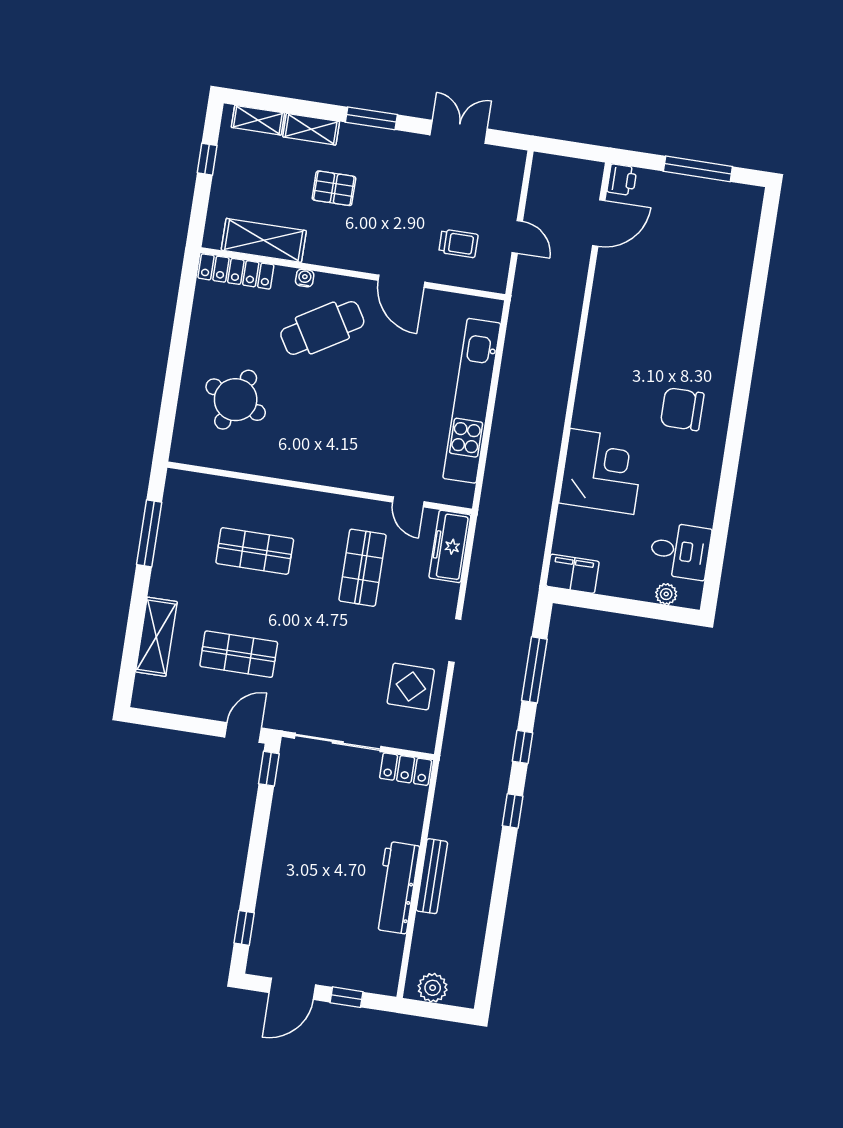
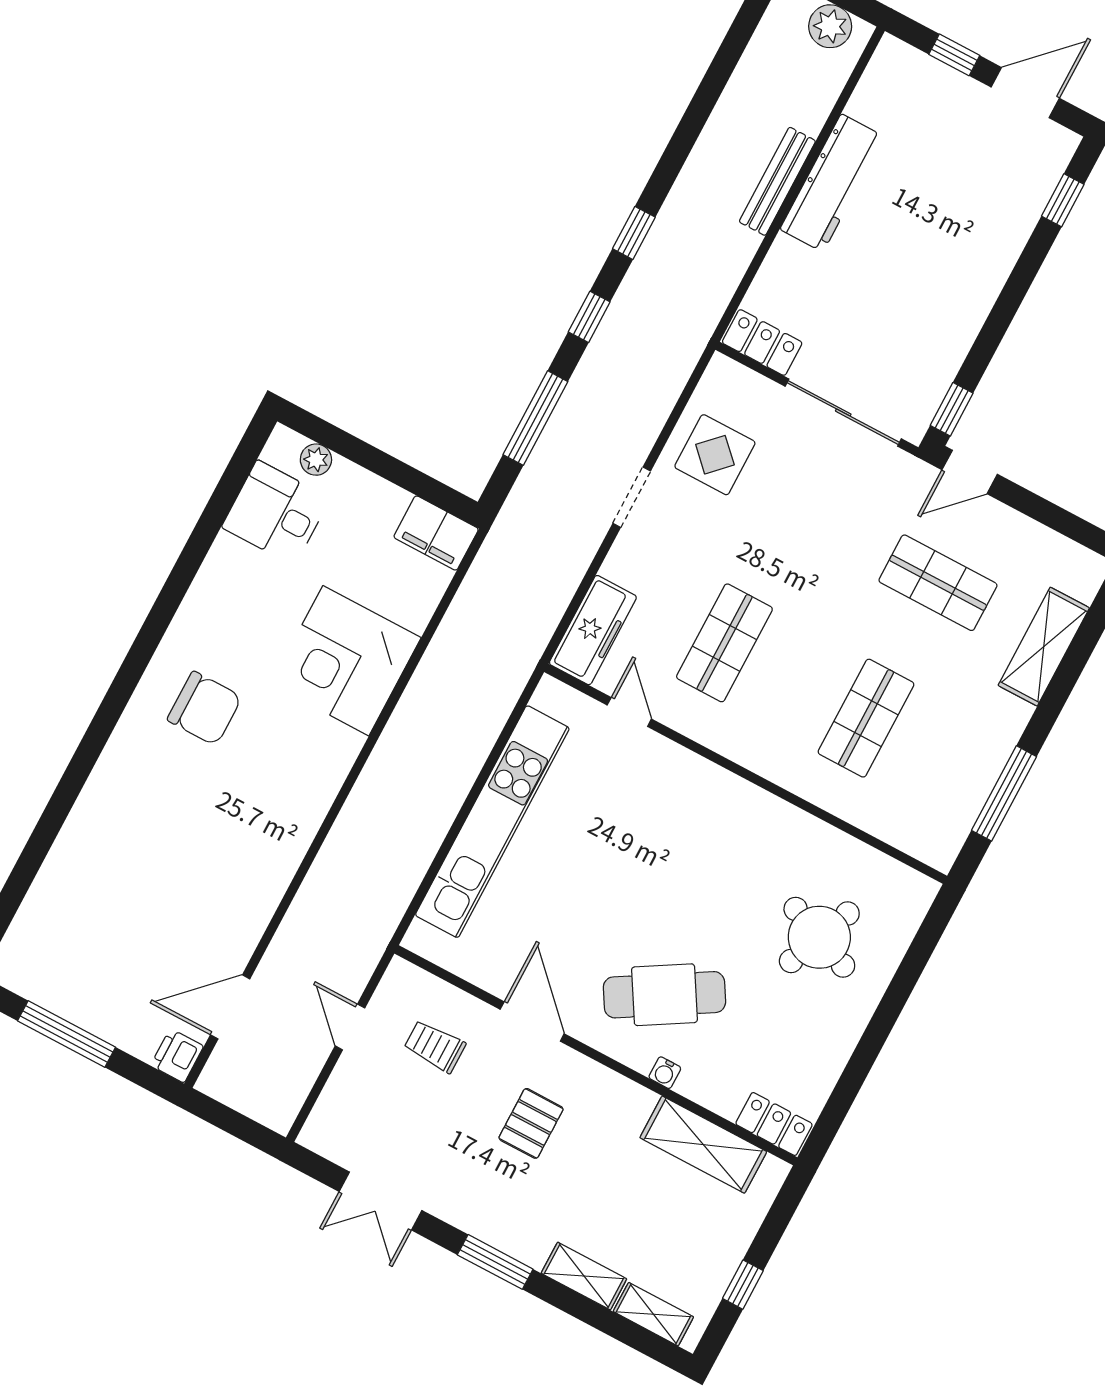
pallet: (334, 188) -> (531, 1123), moved, turned 90
locker: (236, 271) -> (774, 1124), width x0.66
shop shelf: (255, 551) -> (866, 718), turned 90

